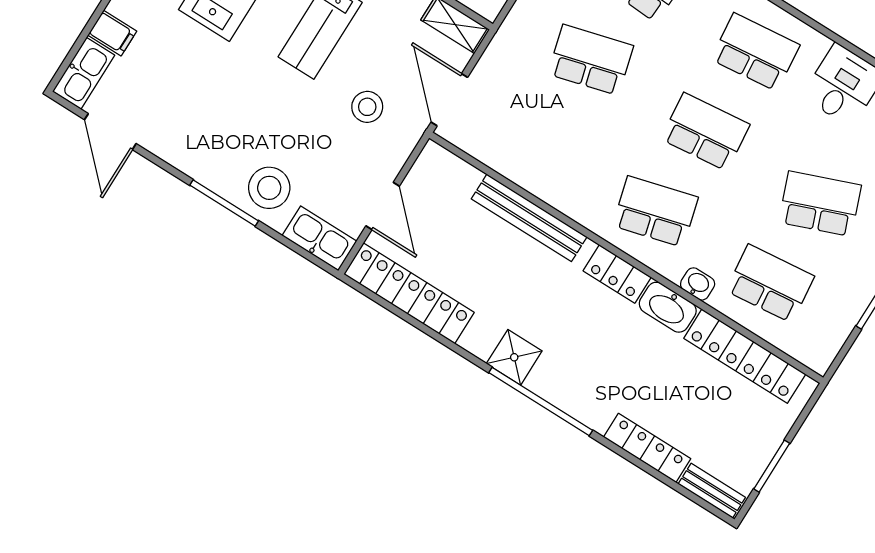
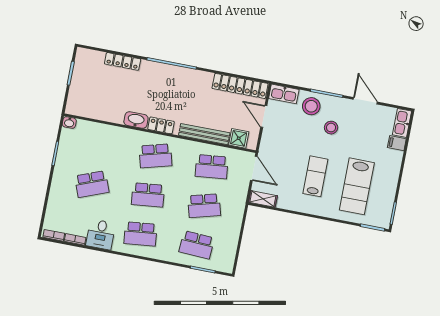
stool: (367, 107) -> (331, 128), moved
door: (110, 132) -> (365, 101), moved
school desk: (770, 283) -> (212, 167), moved
washbasin: (698, 284) -> (69, 123), moved
locker: (745, 356) -> (98, 113), removed
shower: (514, 357) -> (239, 138), moved
bench: (712, 491) -> (91, 54), removed

